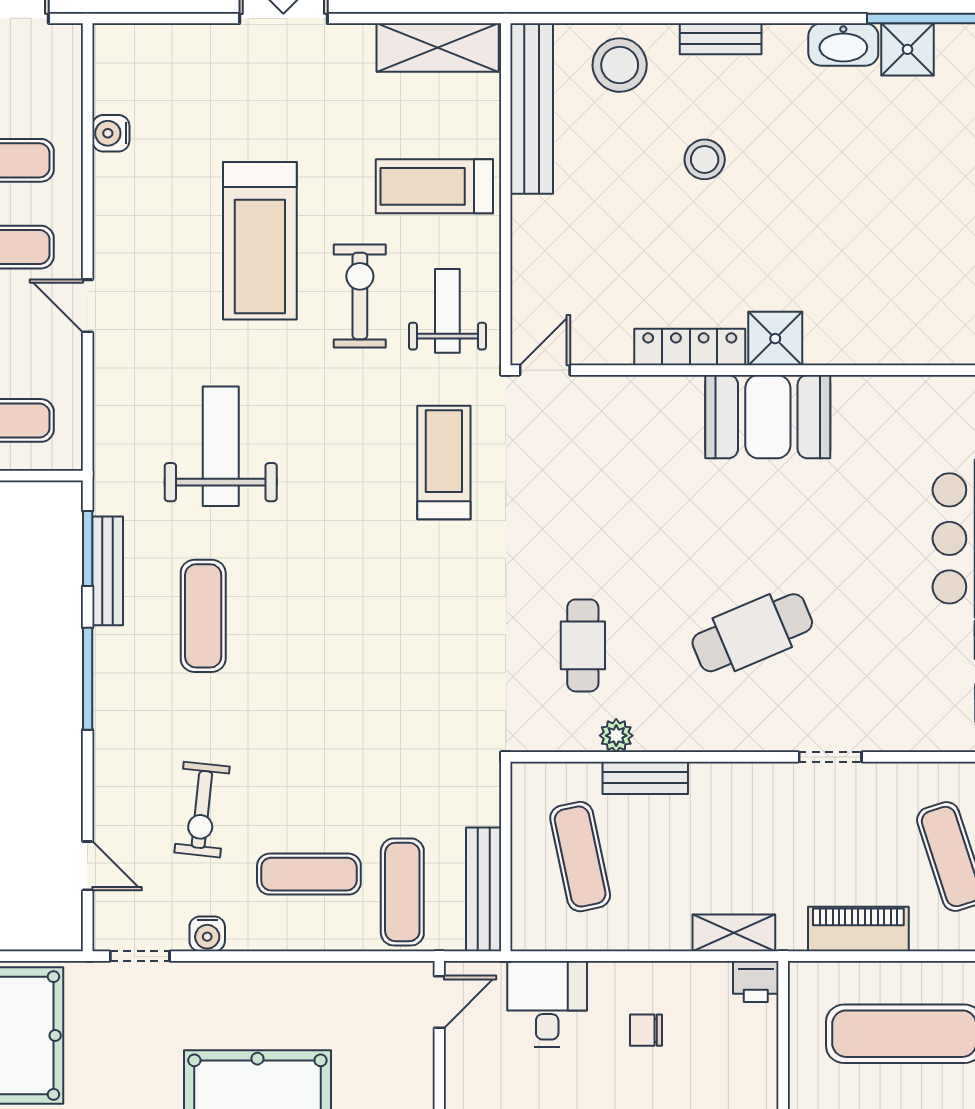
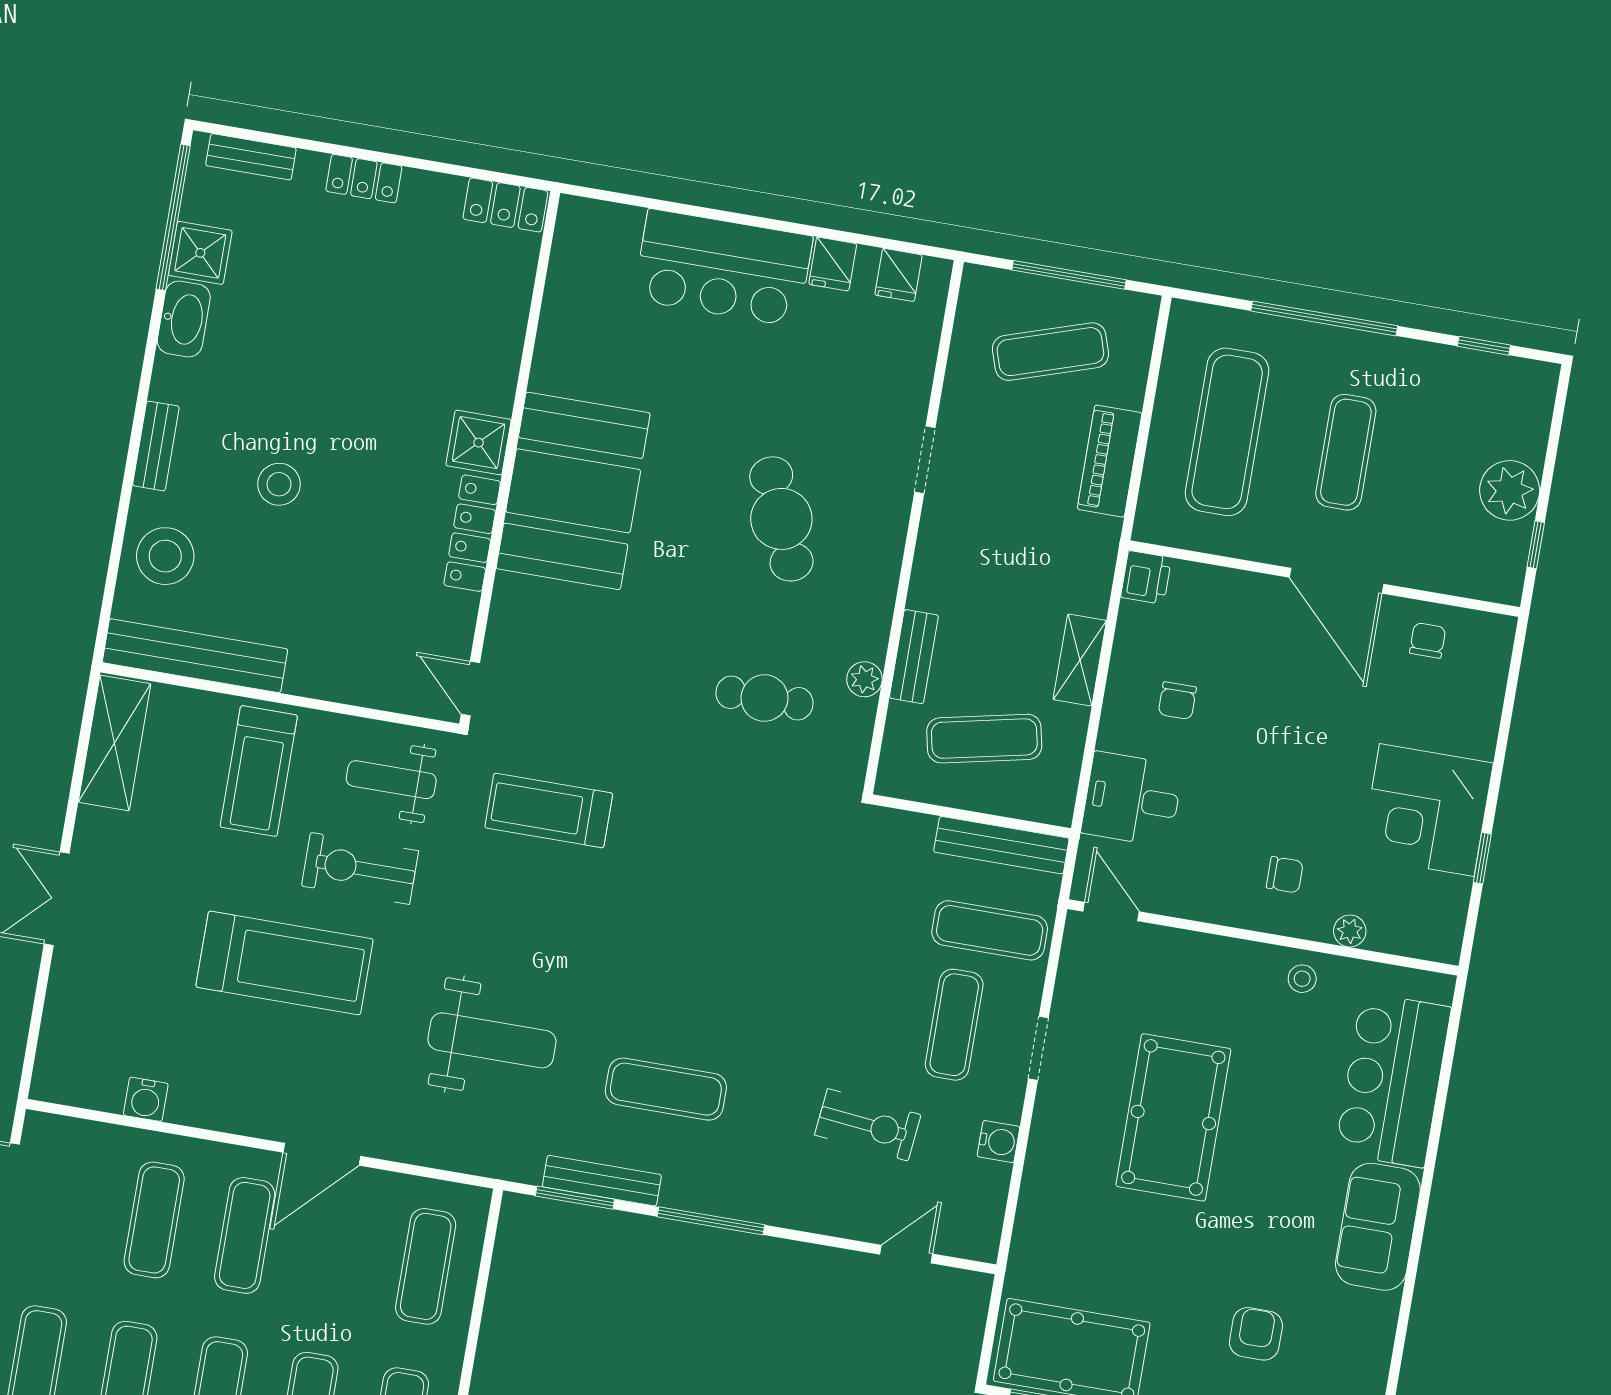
door: (88, 306) -> (322, 1154), width x1.37
booth: (768, 417) -> (573, 491), width x1.36, depth x1.42
weight bench: (221, 446) -> (492, 1040), turned 180
shelving: (734, 933) -> (1080, 660), moved
doorway: (140, 956) -> (1038, 1048), moved

